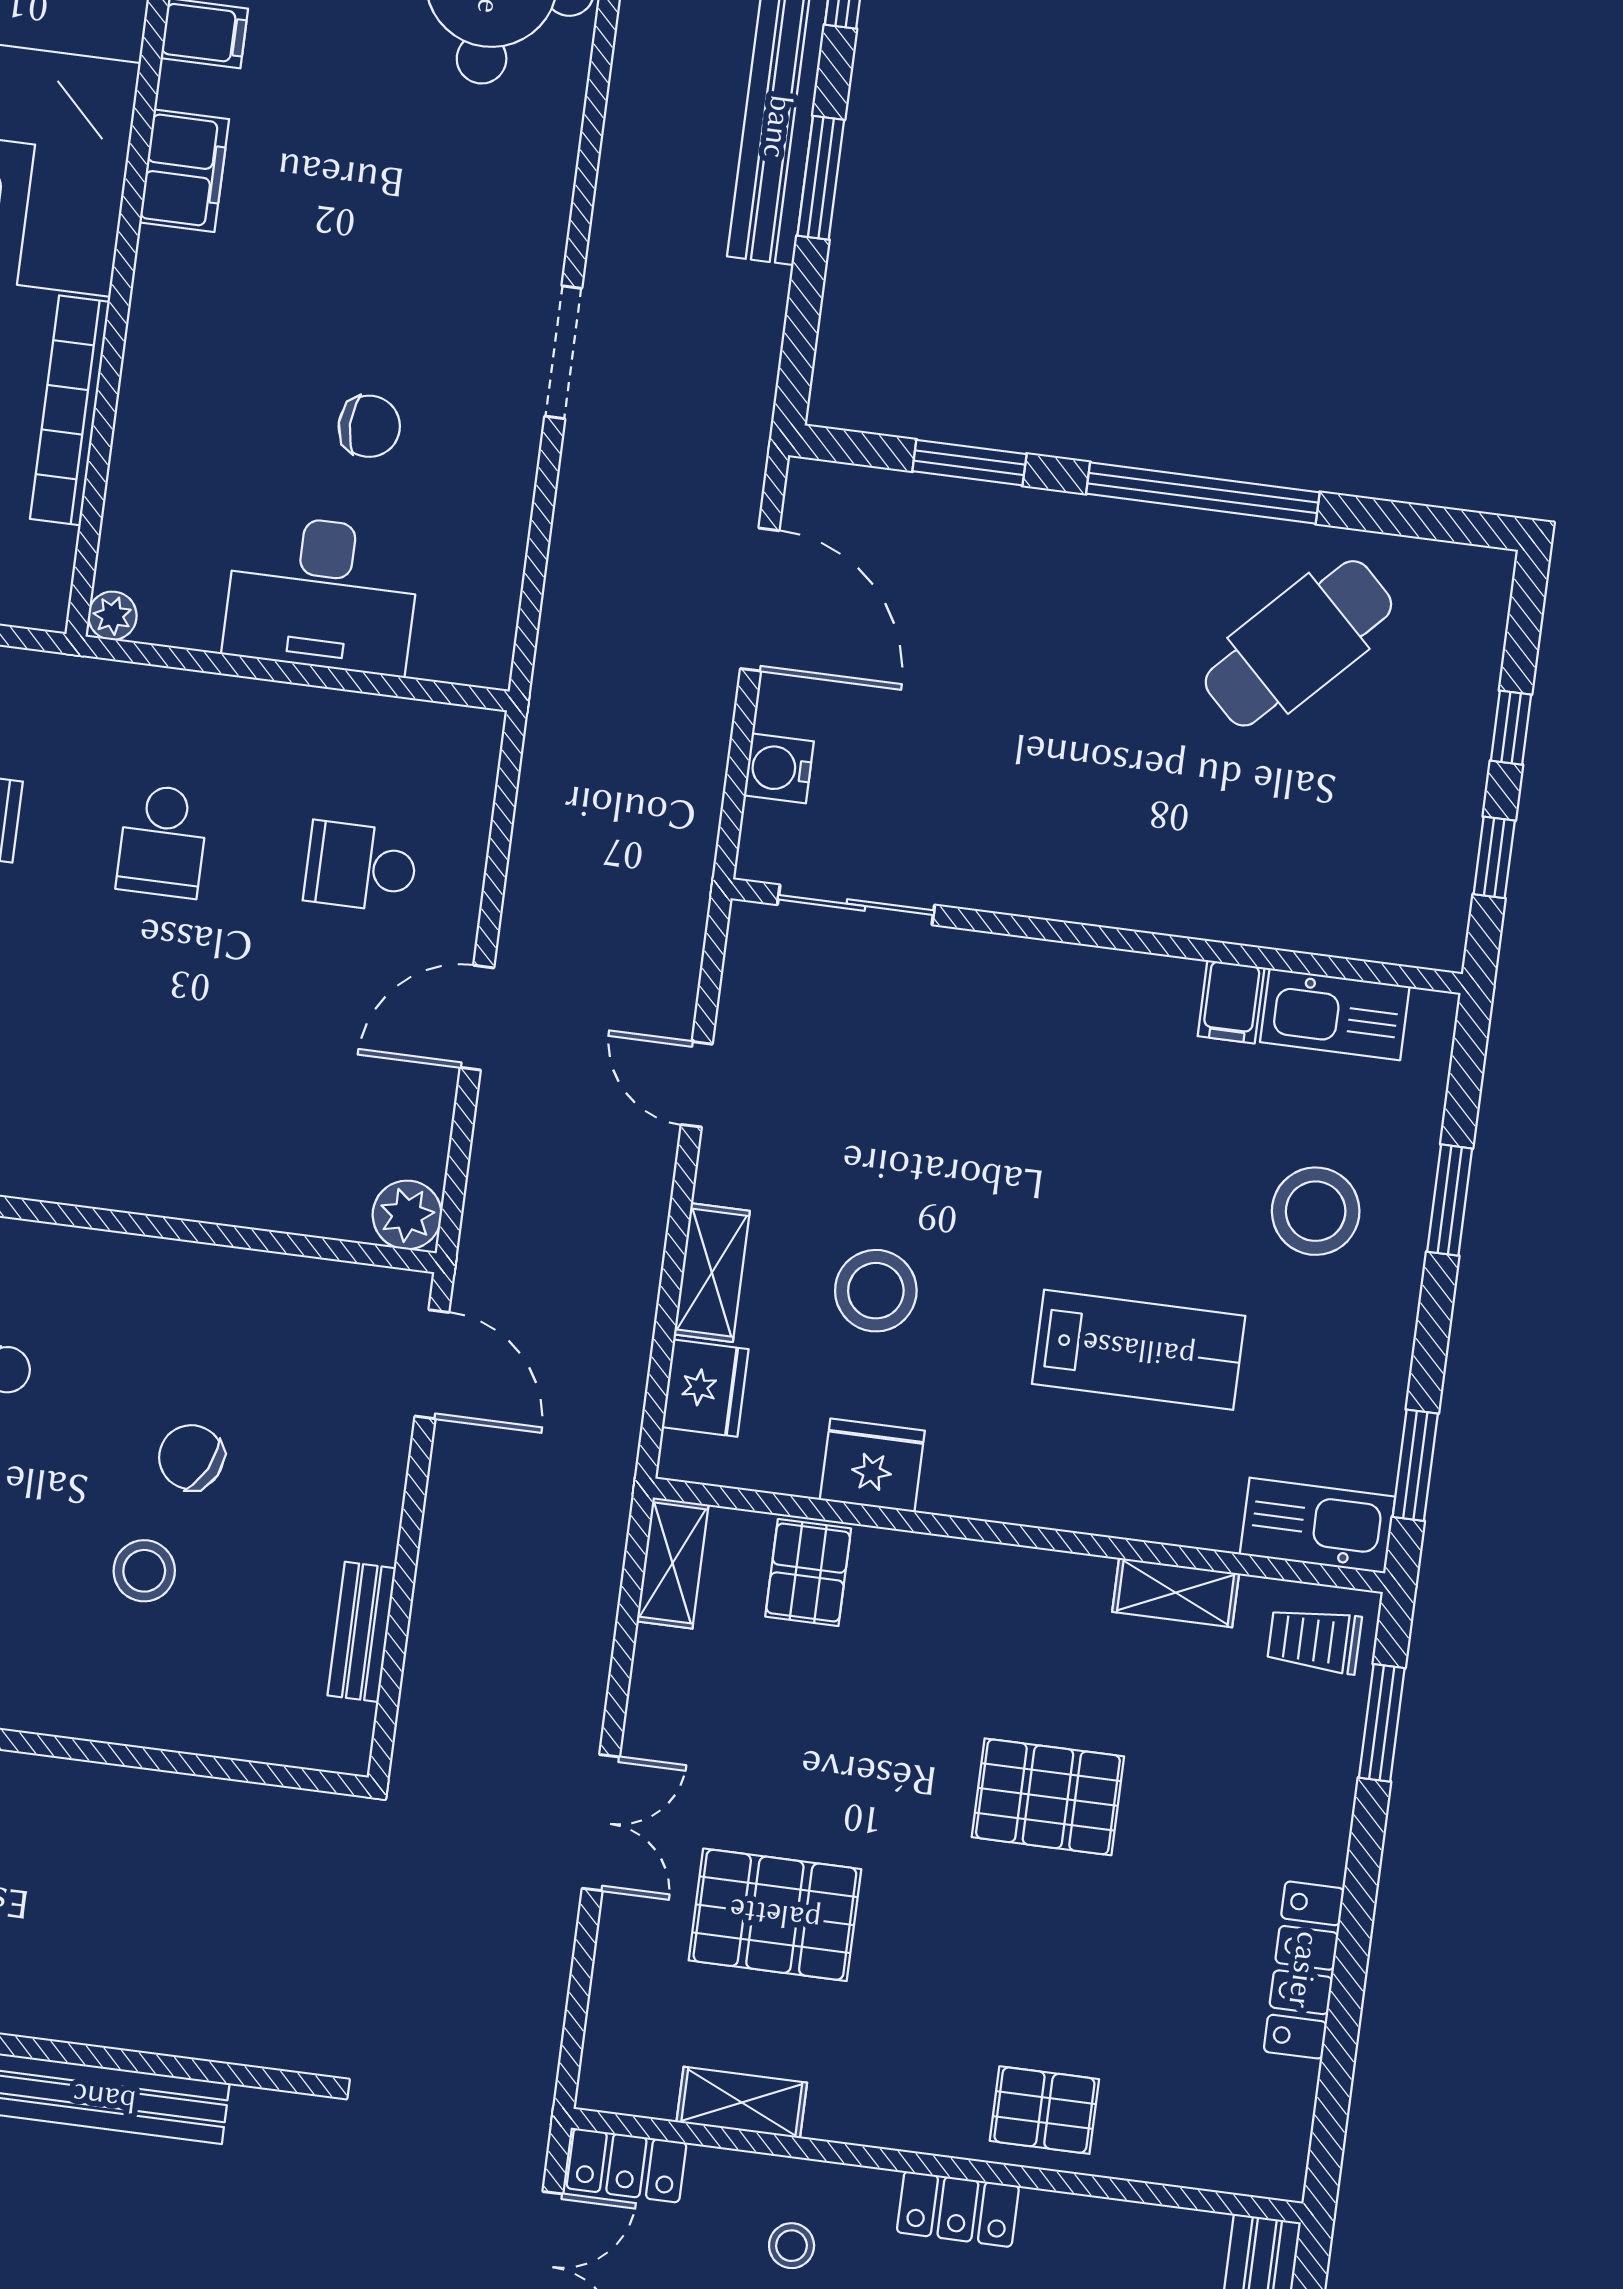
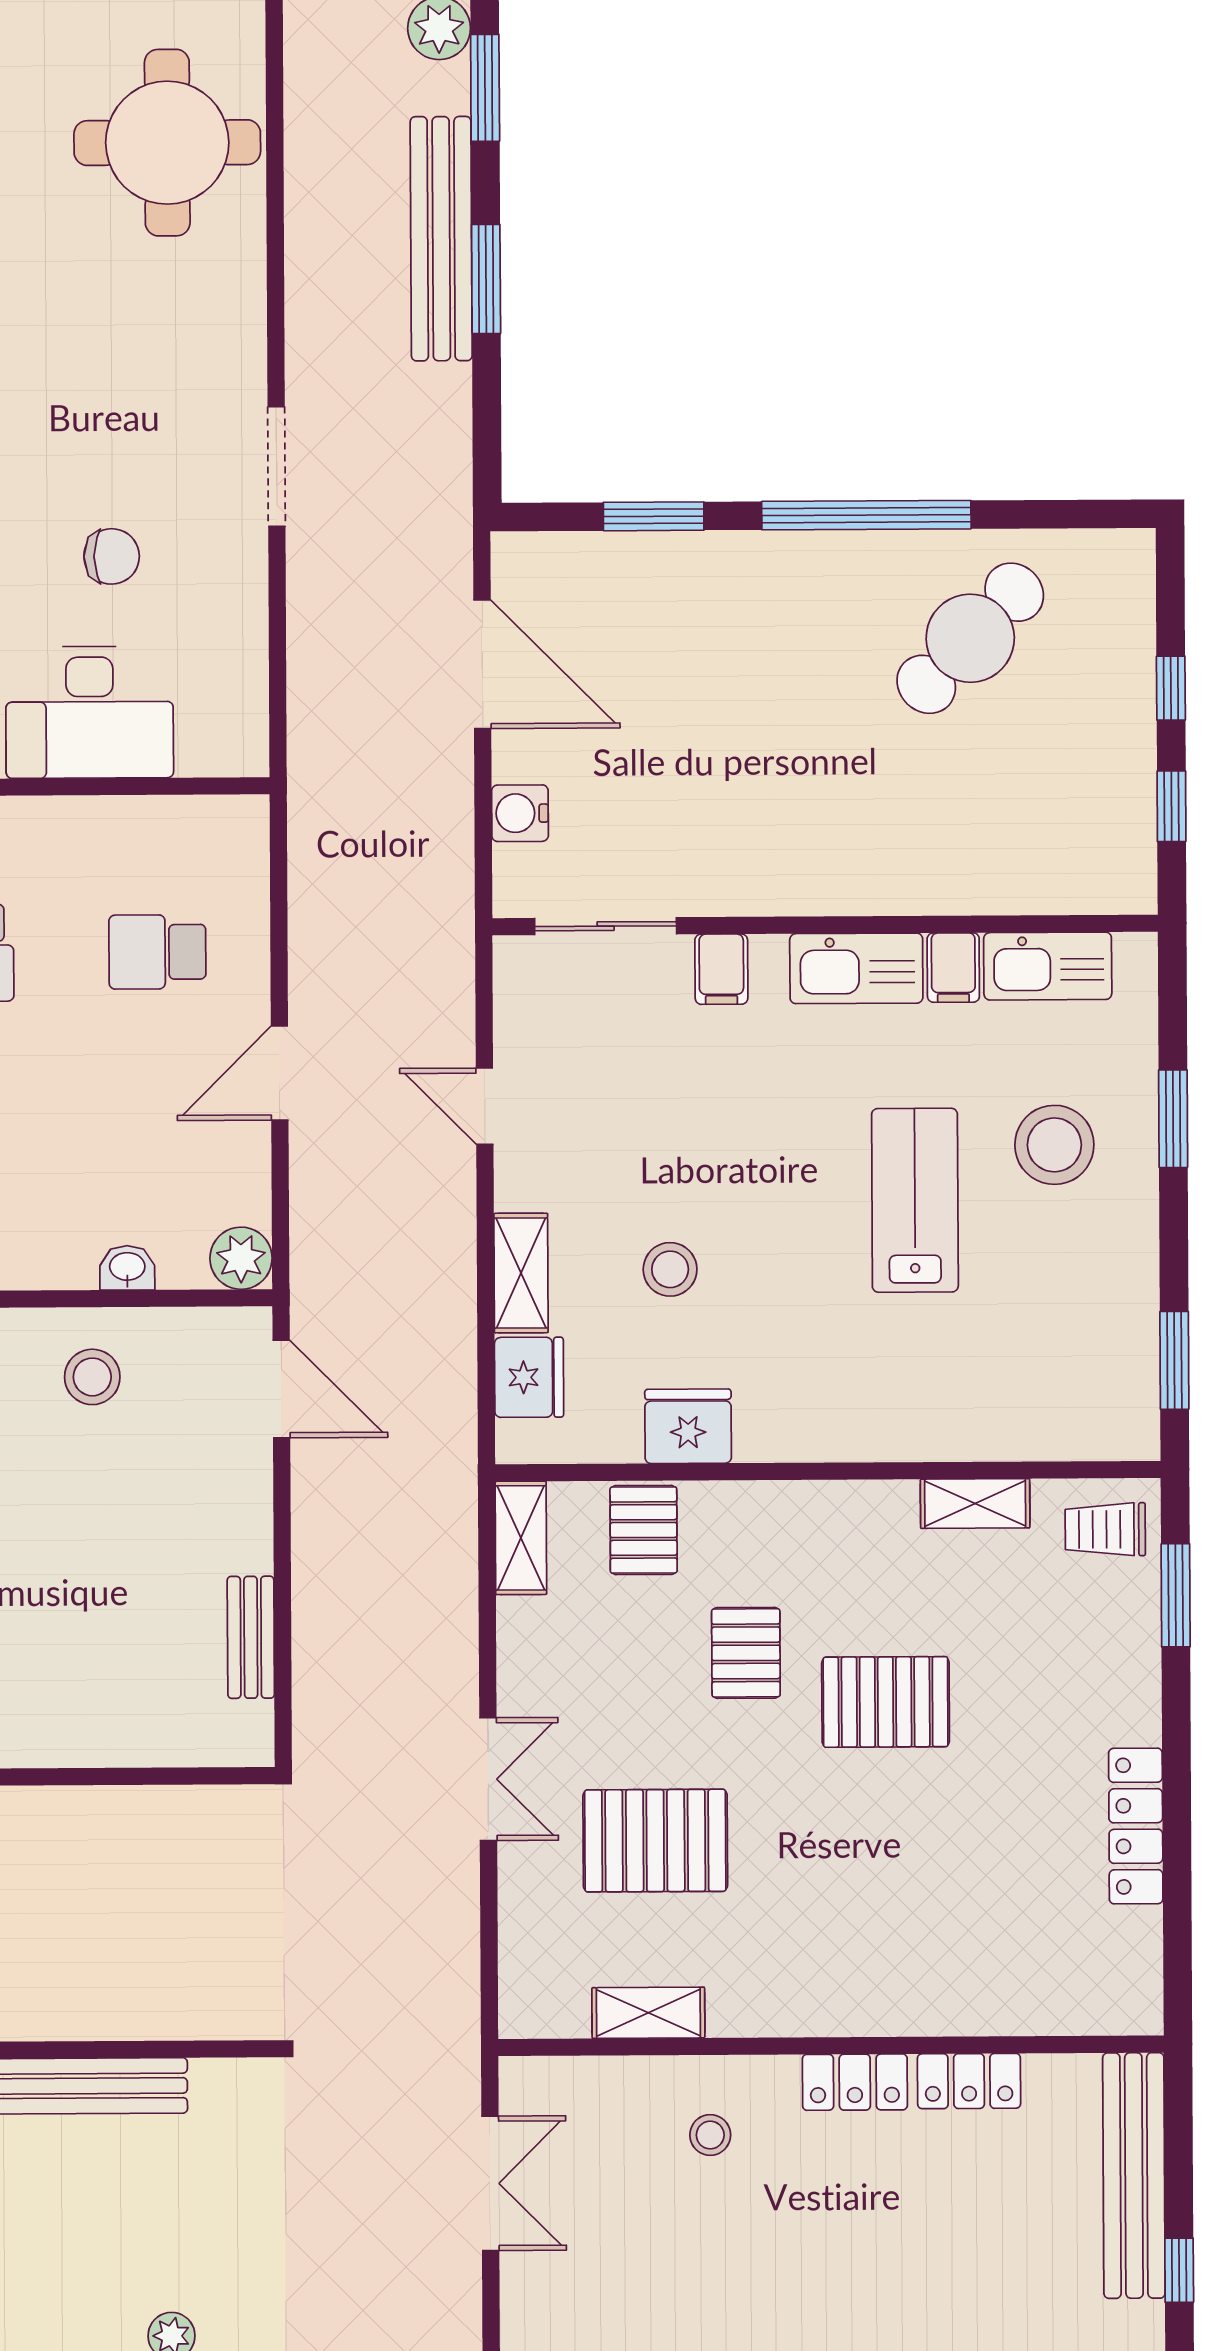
filing cabinet: (977, 969) -> (721, 969), added
washbasin: (281, 1208) -> (127, 1268), added
stool: (876, 1291) -> (670, 1269), width x0.73, depth x0.73
lab bench: (1139, 1350) -> (915, 1200), moved, turned -90
chair: (191, 1457) -> (77, 1501), removed
kitchen sink: (1317, 1525) -> (856, 968), moved, turned 180
stool: (144, 1571) -> (92, 1377), moved
pallet: (1044, 2110) -> (746, 1653), moved, turned 90
locker: (626, 2165) -> (969, 2081), moved

